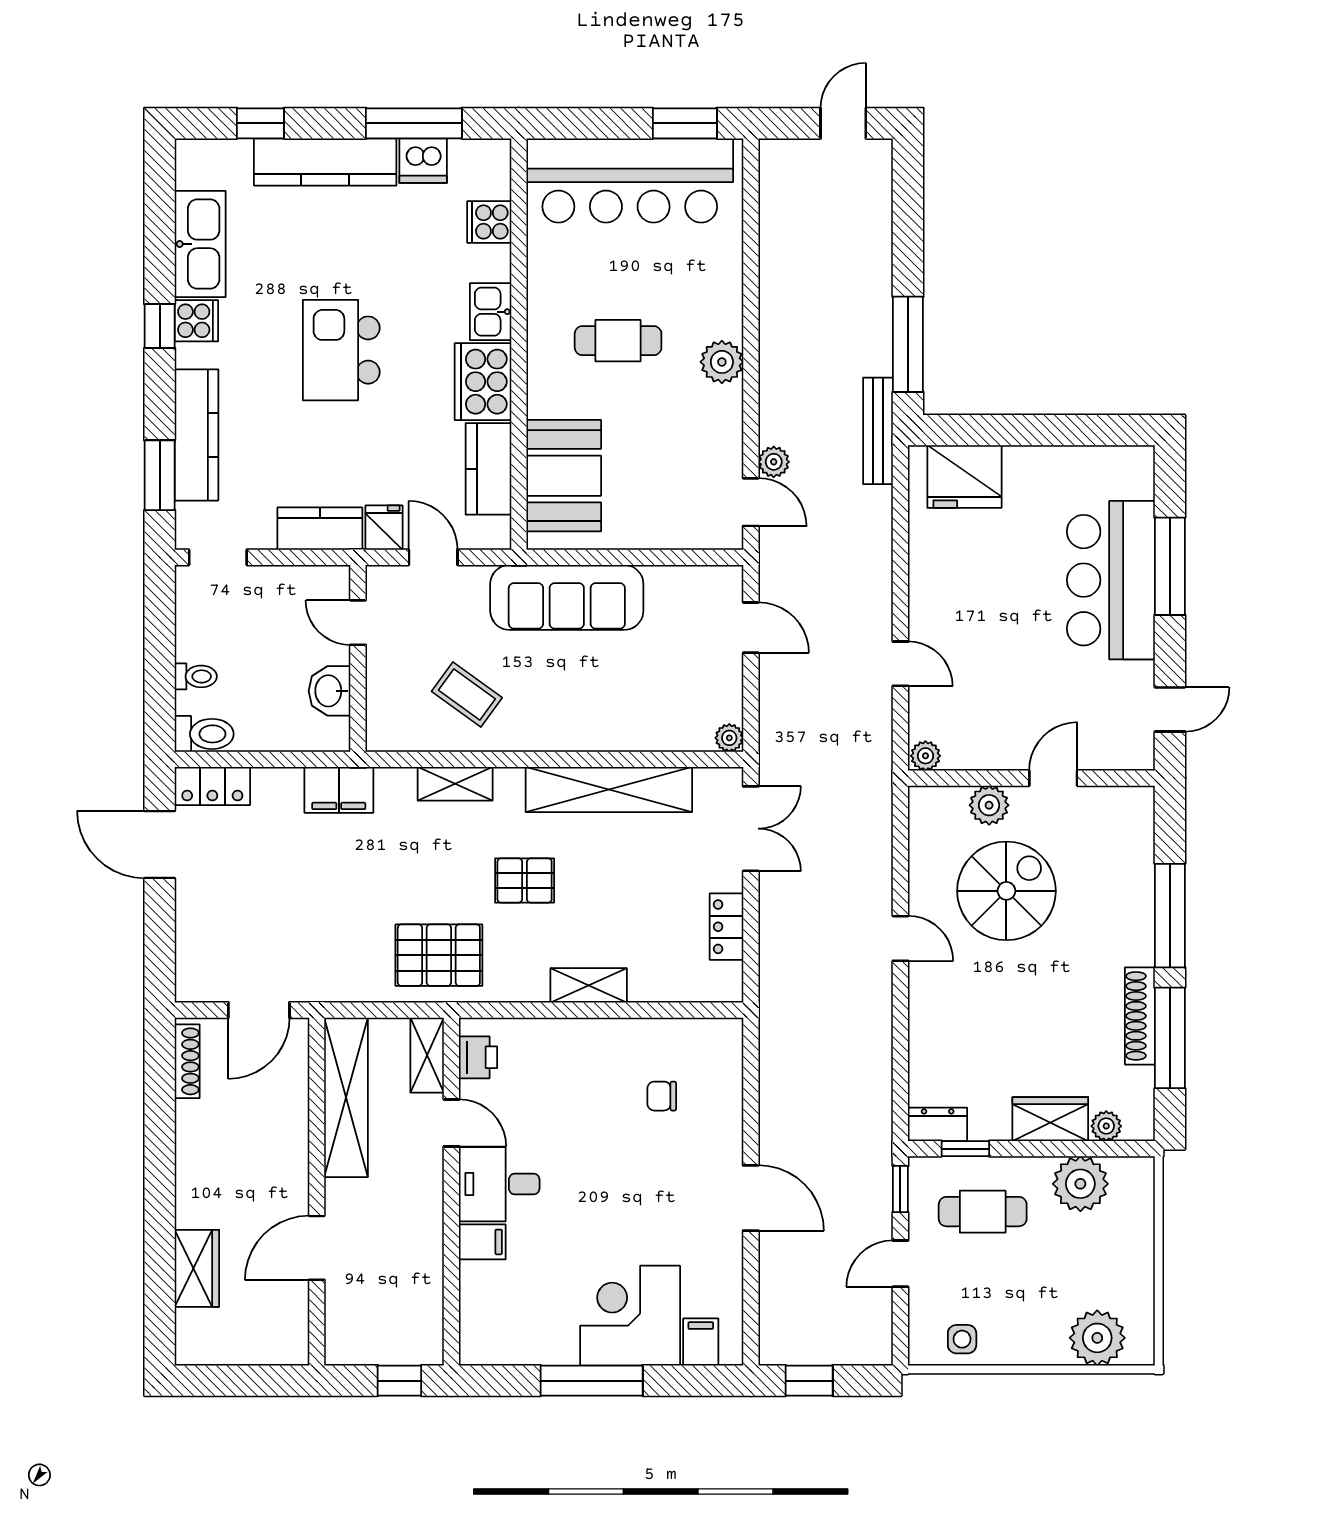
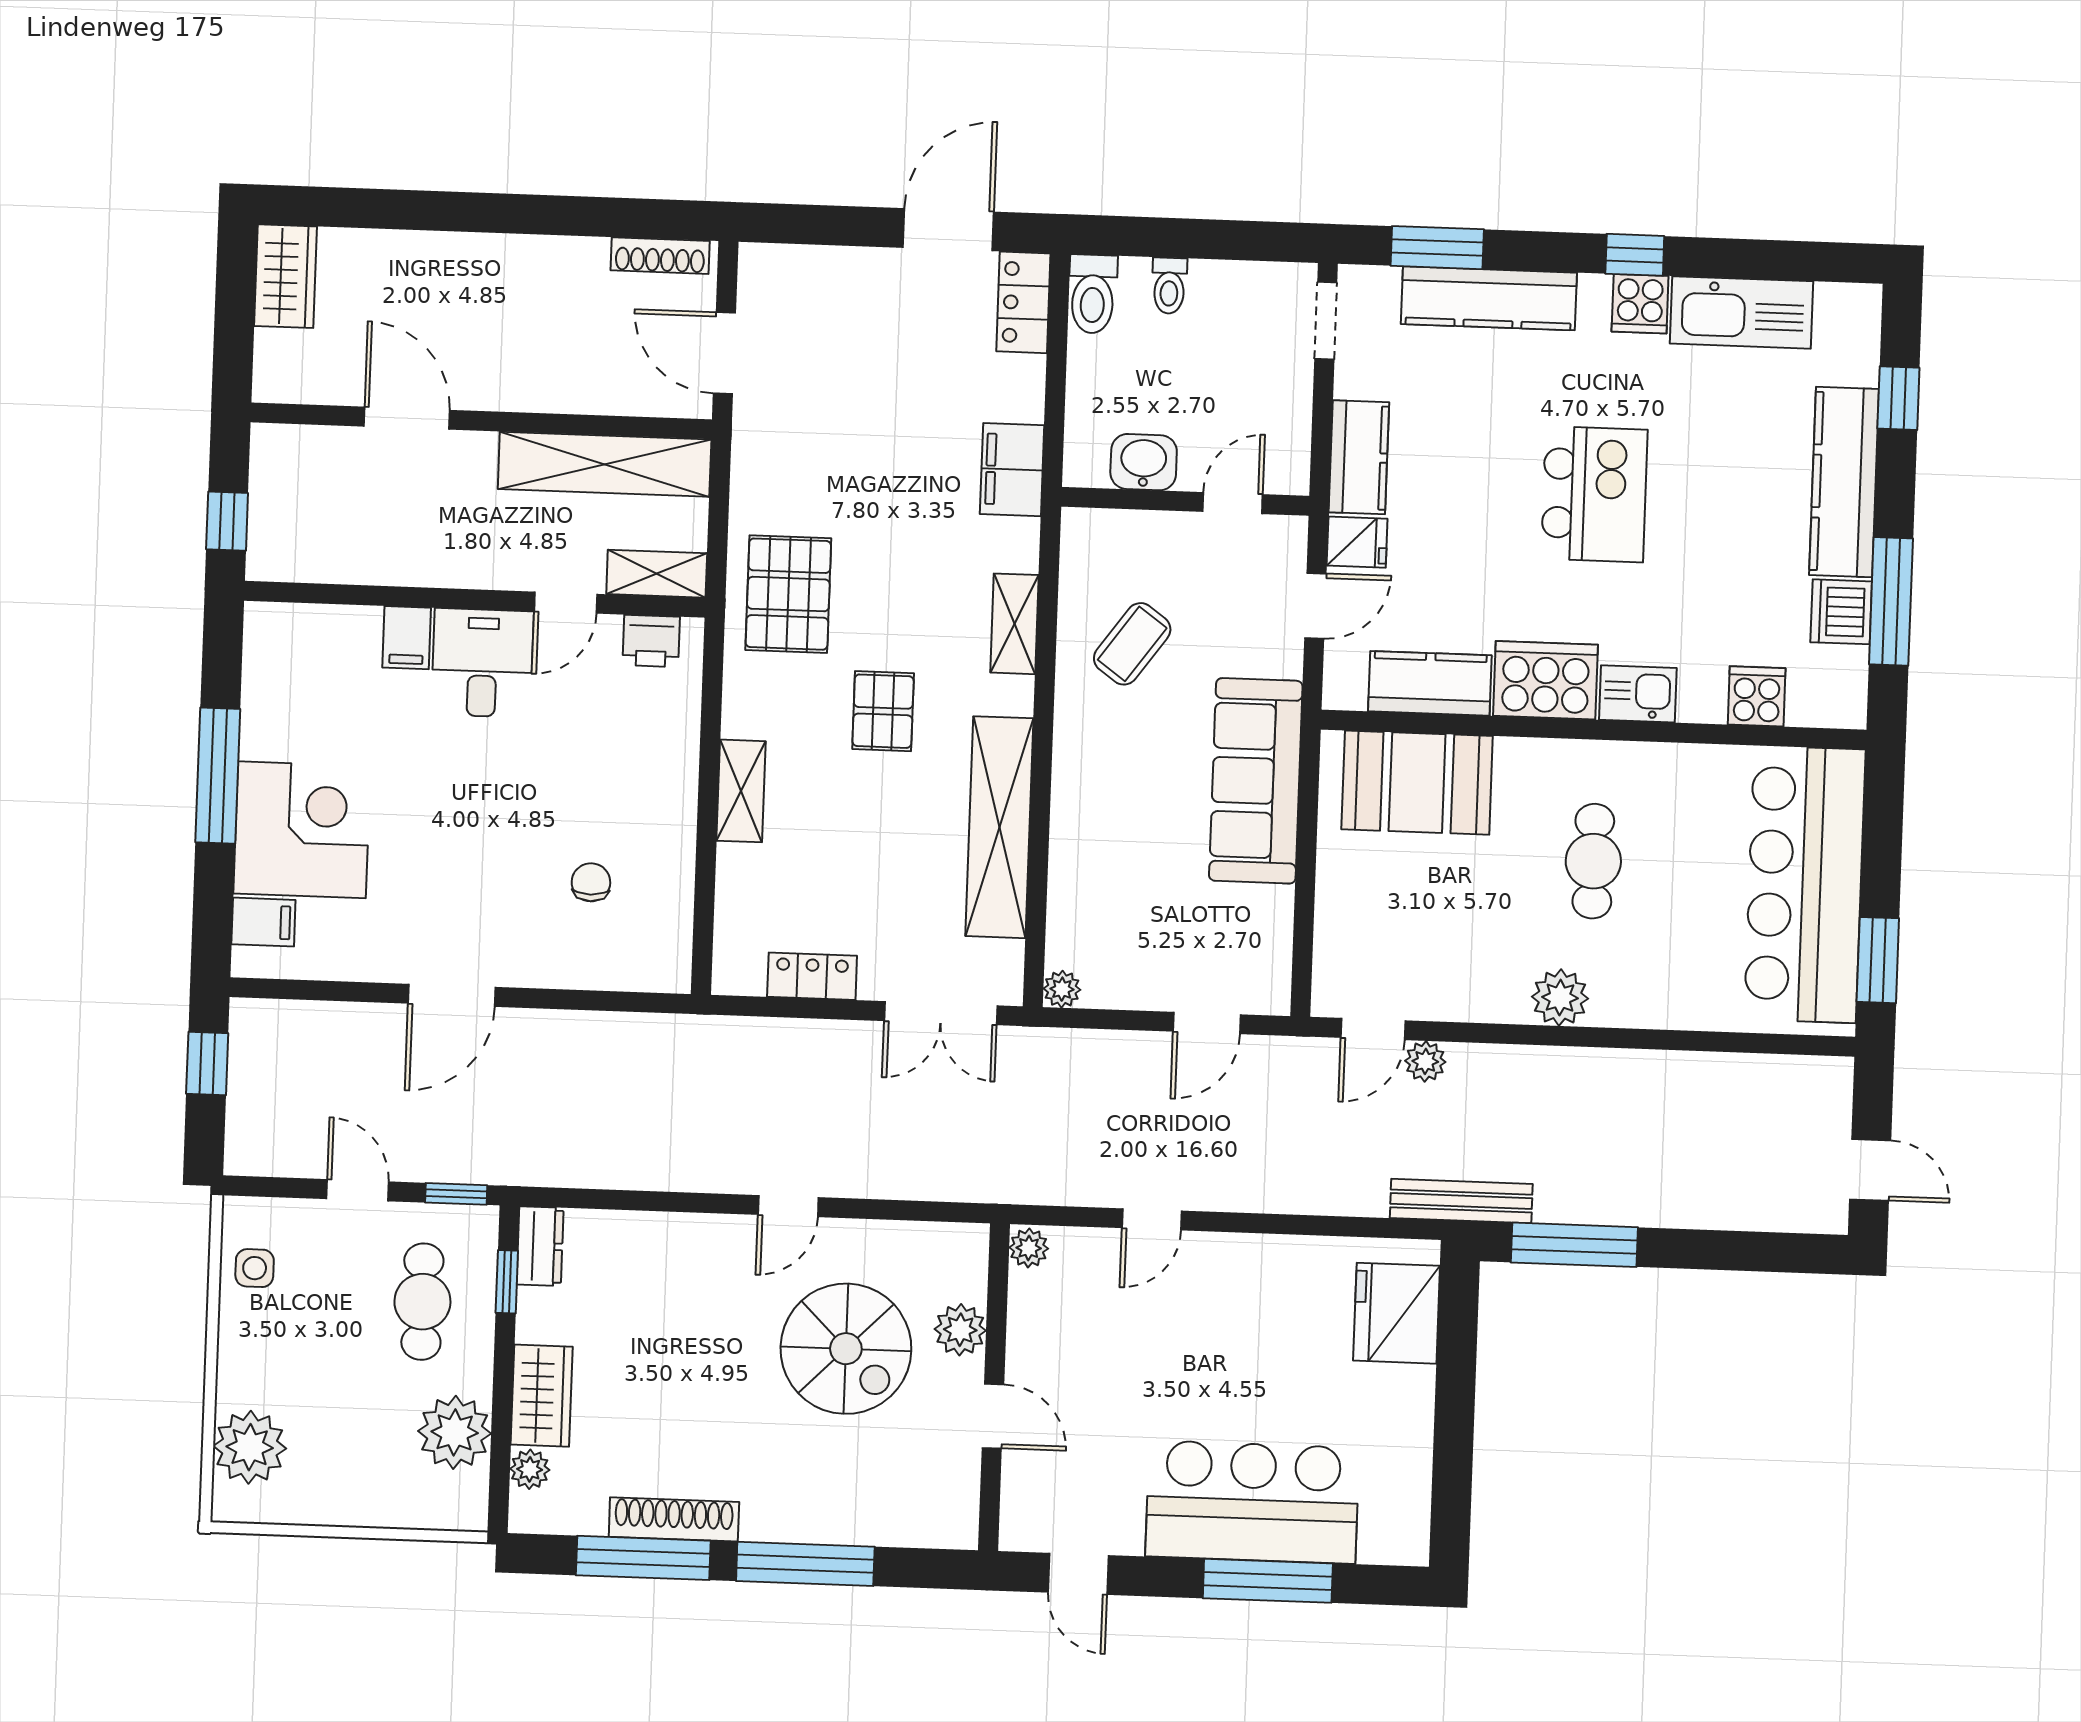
kitchen island: (341, 350) -> (1594, 494), turned 90
wardrobe: (197, 1268) -> (285, 276), moved, turned -90

